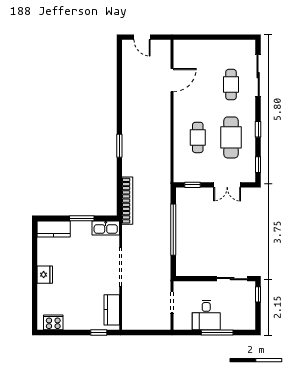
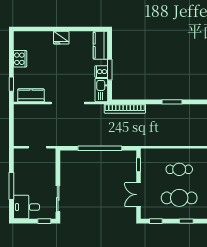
cooker: (84, 228) -> (101, 72), added
desk: (206, 315) -> (26, 207), moved
cooker: (53, 322) -> (20, 59), moved

